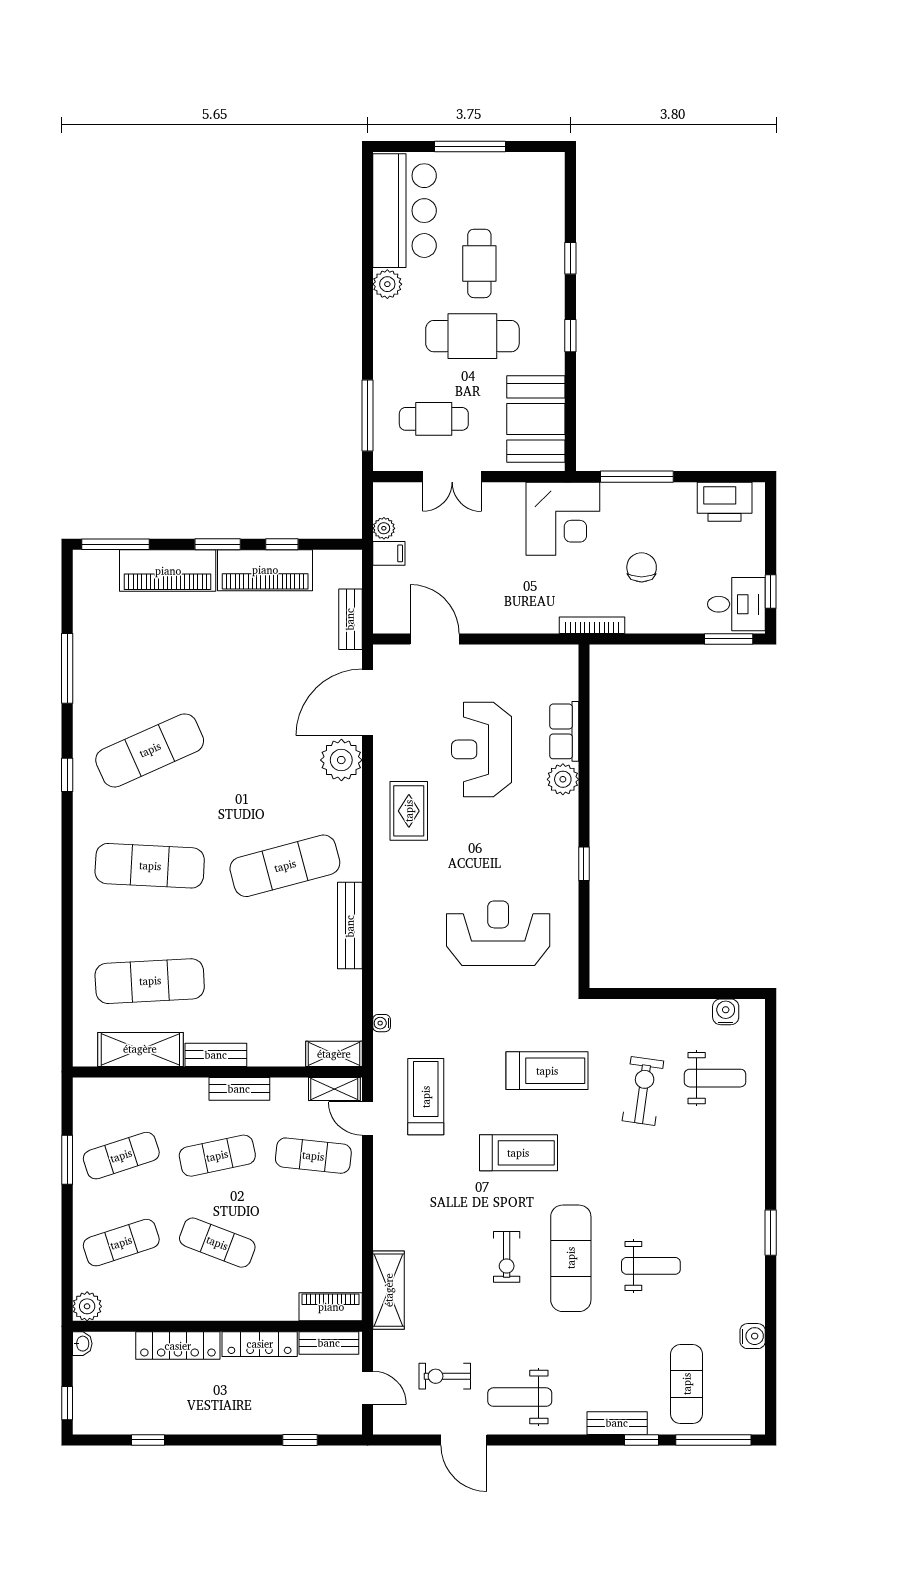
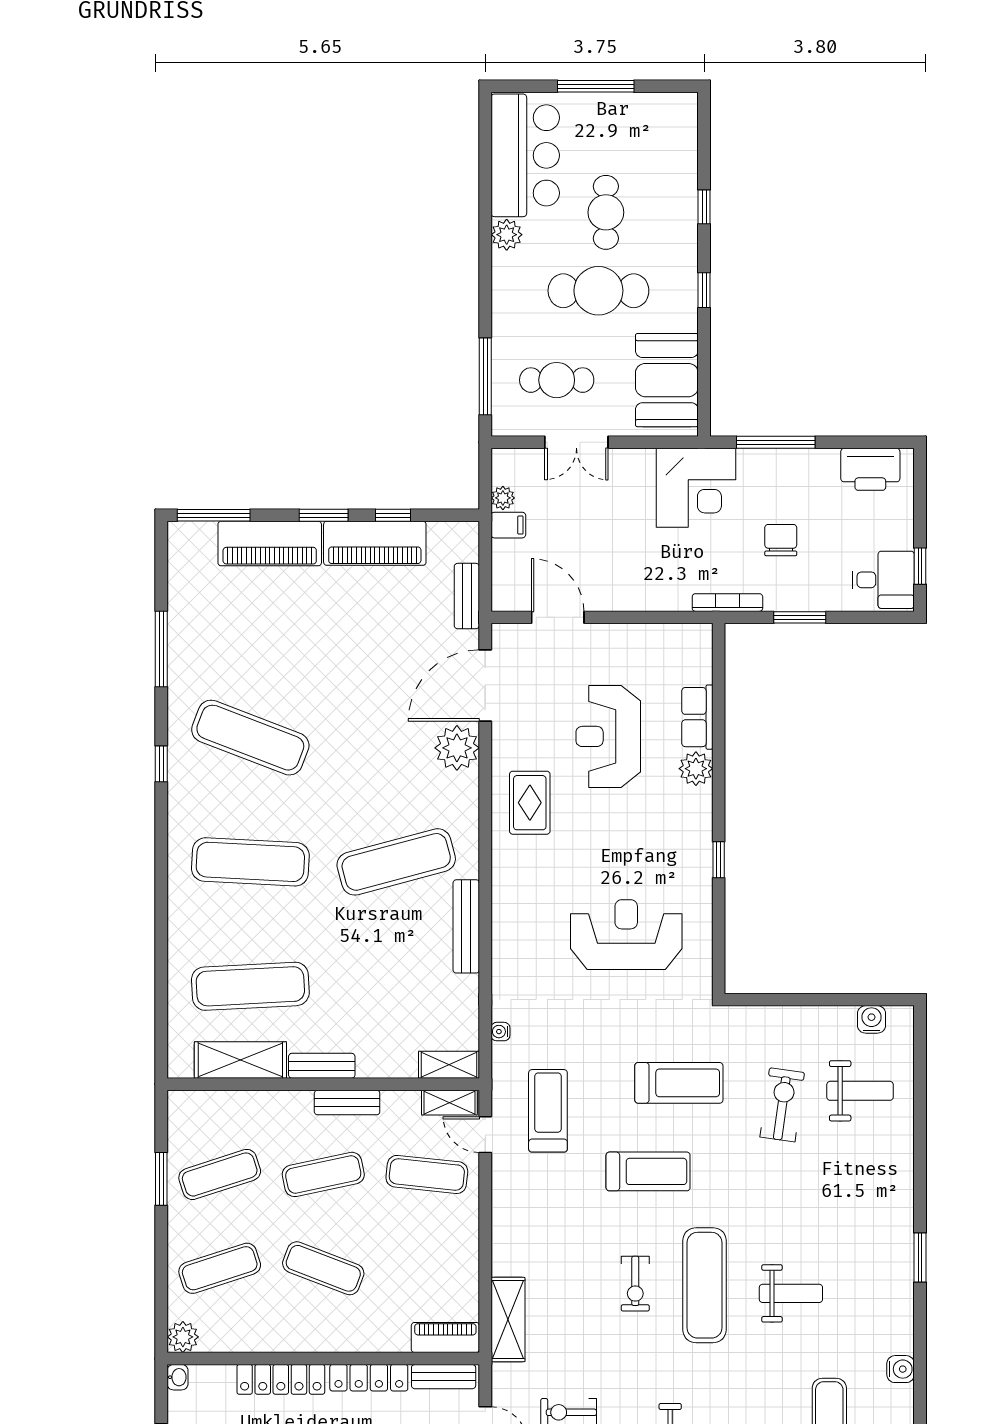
window: (729, 639) -> (800, 617), moved
exercise mat: (150, 750) -> (250, 738), turned 45

